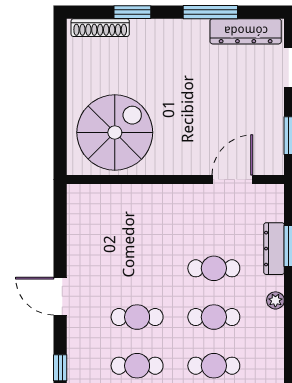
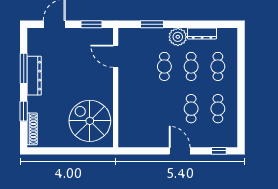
dresser: (246, 31) -> (34, 76), moved
dresser: (274, 249) -> (202, 33), moved
door: (60, 296) -> (180, 151), swing flipped
plant: (275, 300) -> (178, 37), width x1.87, depth x1.87

